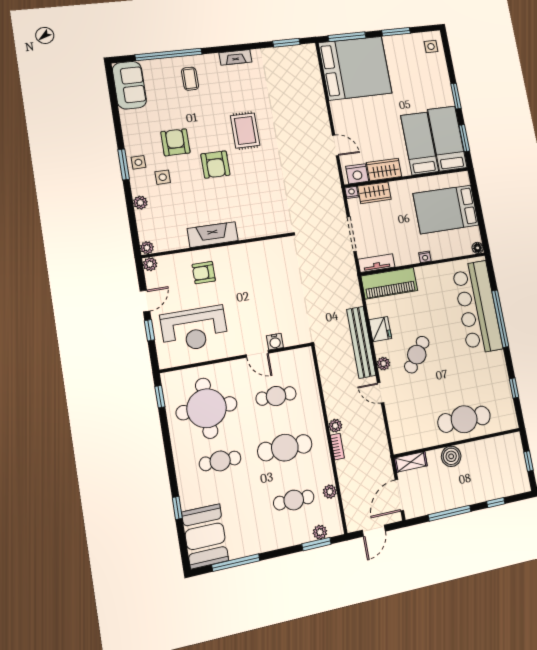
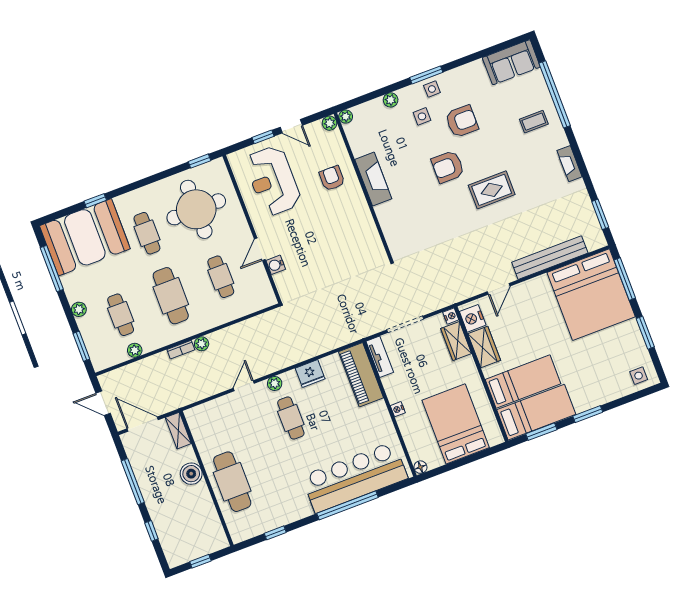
bench: (361, 342) -> (550, 258), moved
cafe table: (417, 355) -> (291, 418), turned 53
plant: (320, 532) -> (79, 309), moved
booth: (205, 536) -> (85, 237), width x1.36, depth x1.42

